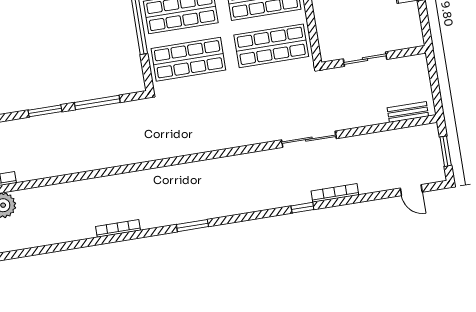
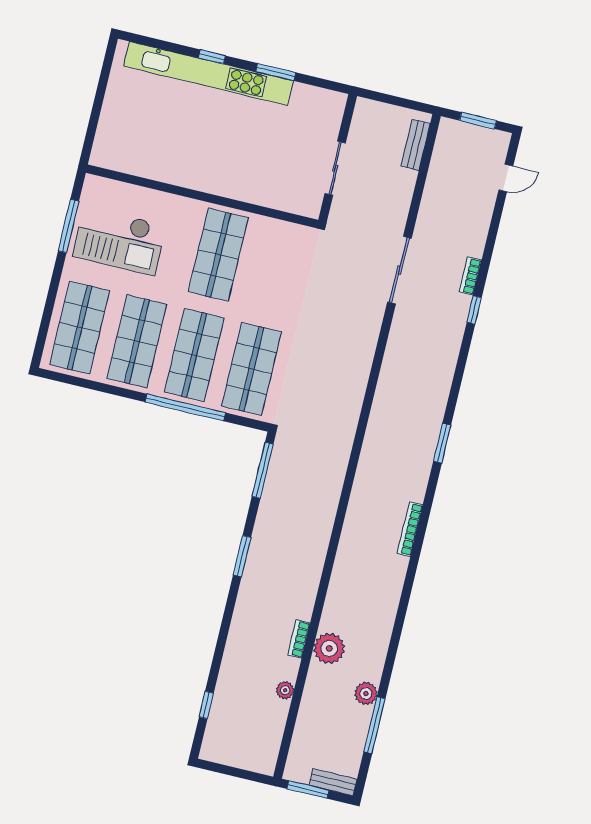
shop shelf: (271, 46) -> (276, 268), removed
window: (97, 102) -> (263, 470), moved
bookcase: (335, 193) -> (470, 276), width x0.64

